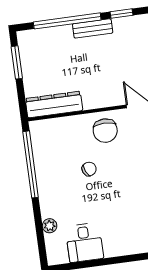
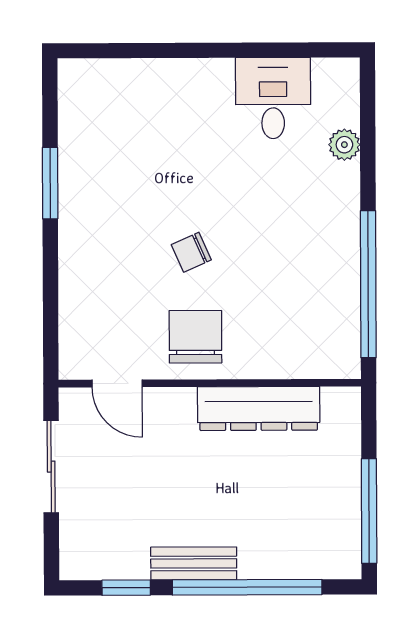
window: (17, 62) -> (369, 511), width x1.44
dresser: (54, 104) -> (259, 409), moved
chair: (89, 169) -> (191, 252), moved

